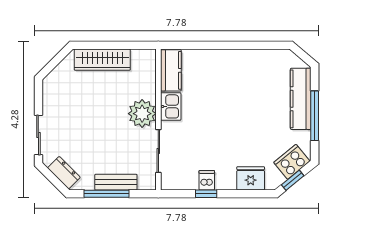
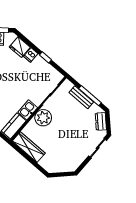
wardrobe: (102, 60) -> (29, 147), moved
dishwasher: (207, 180) -> (31, 55), moved

